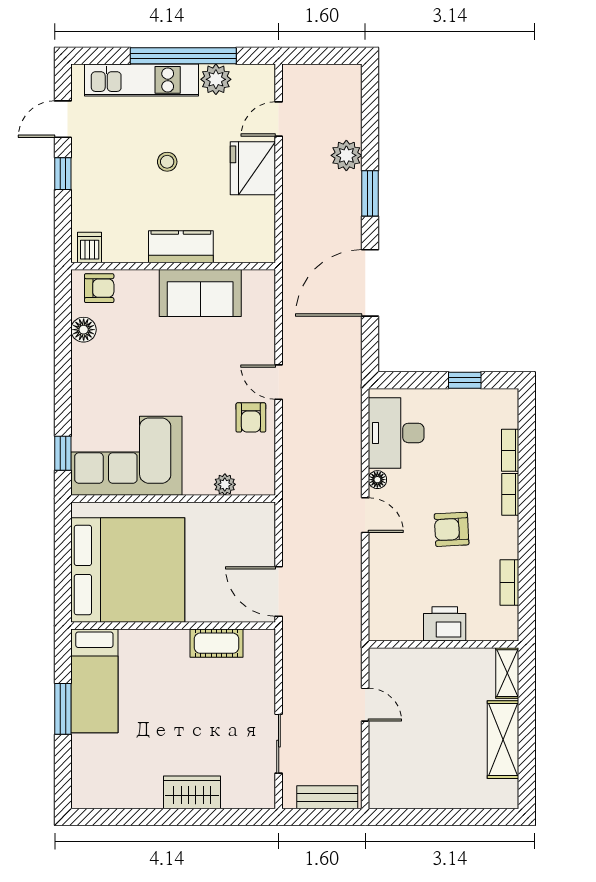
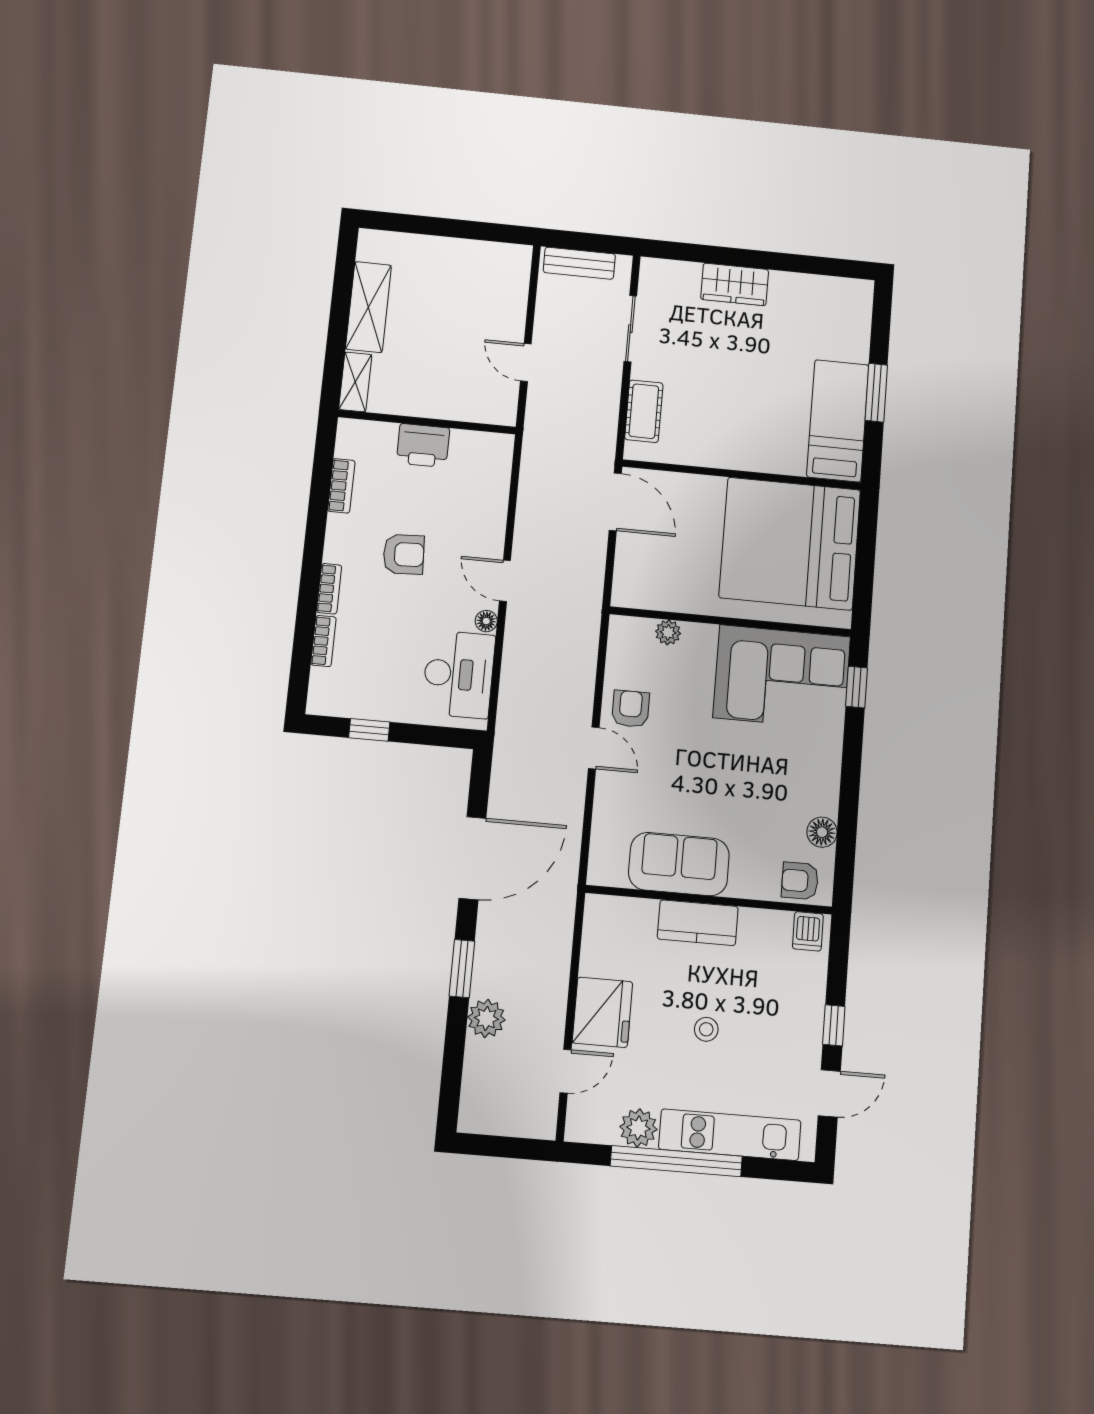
cot: (216, 643) -> (644, 411), moved, turned 90

